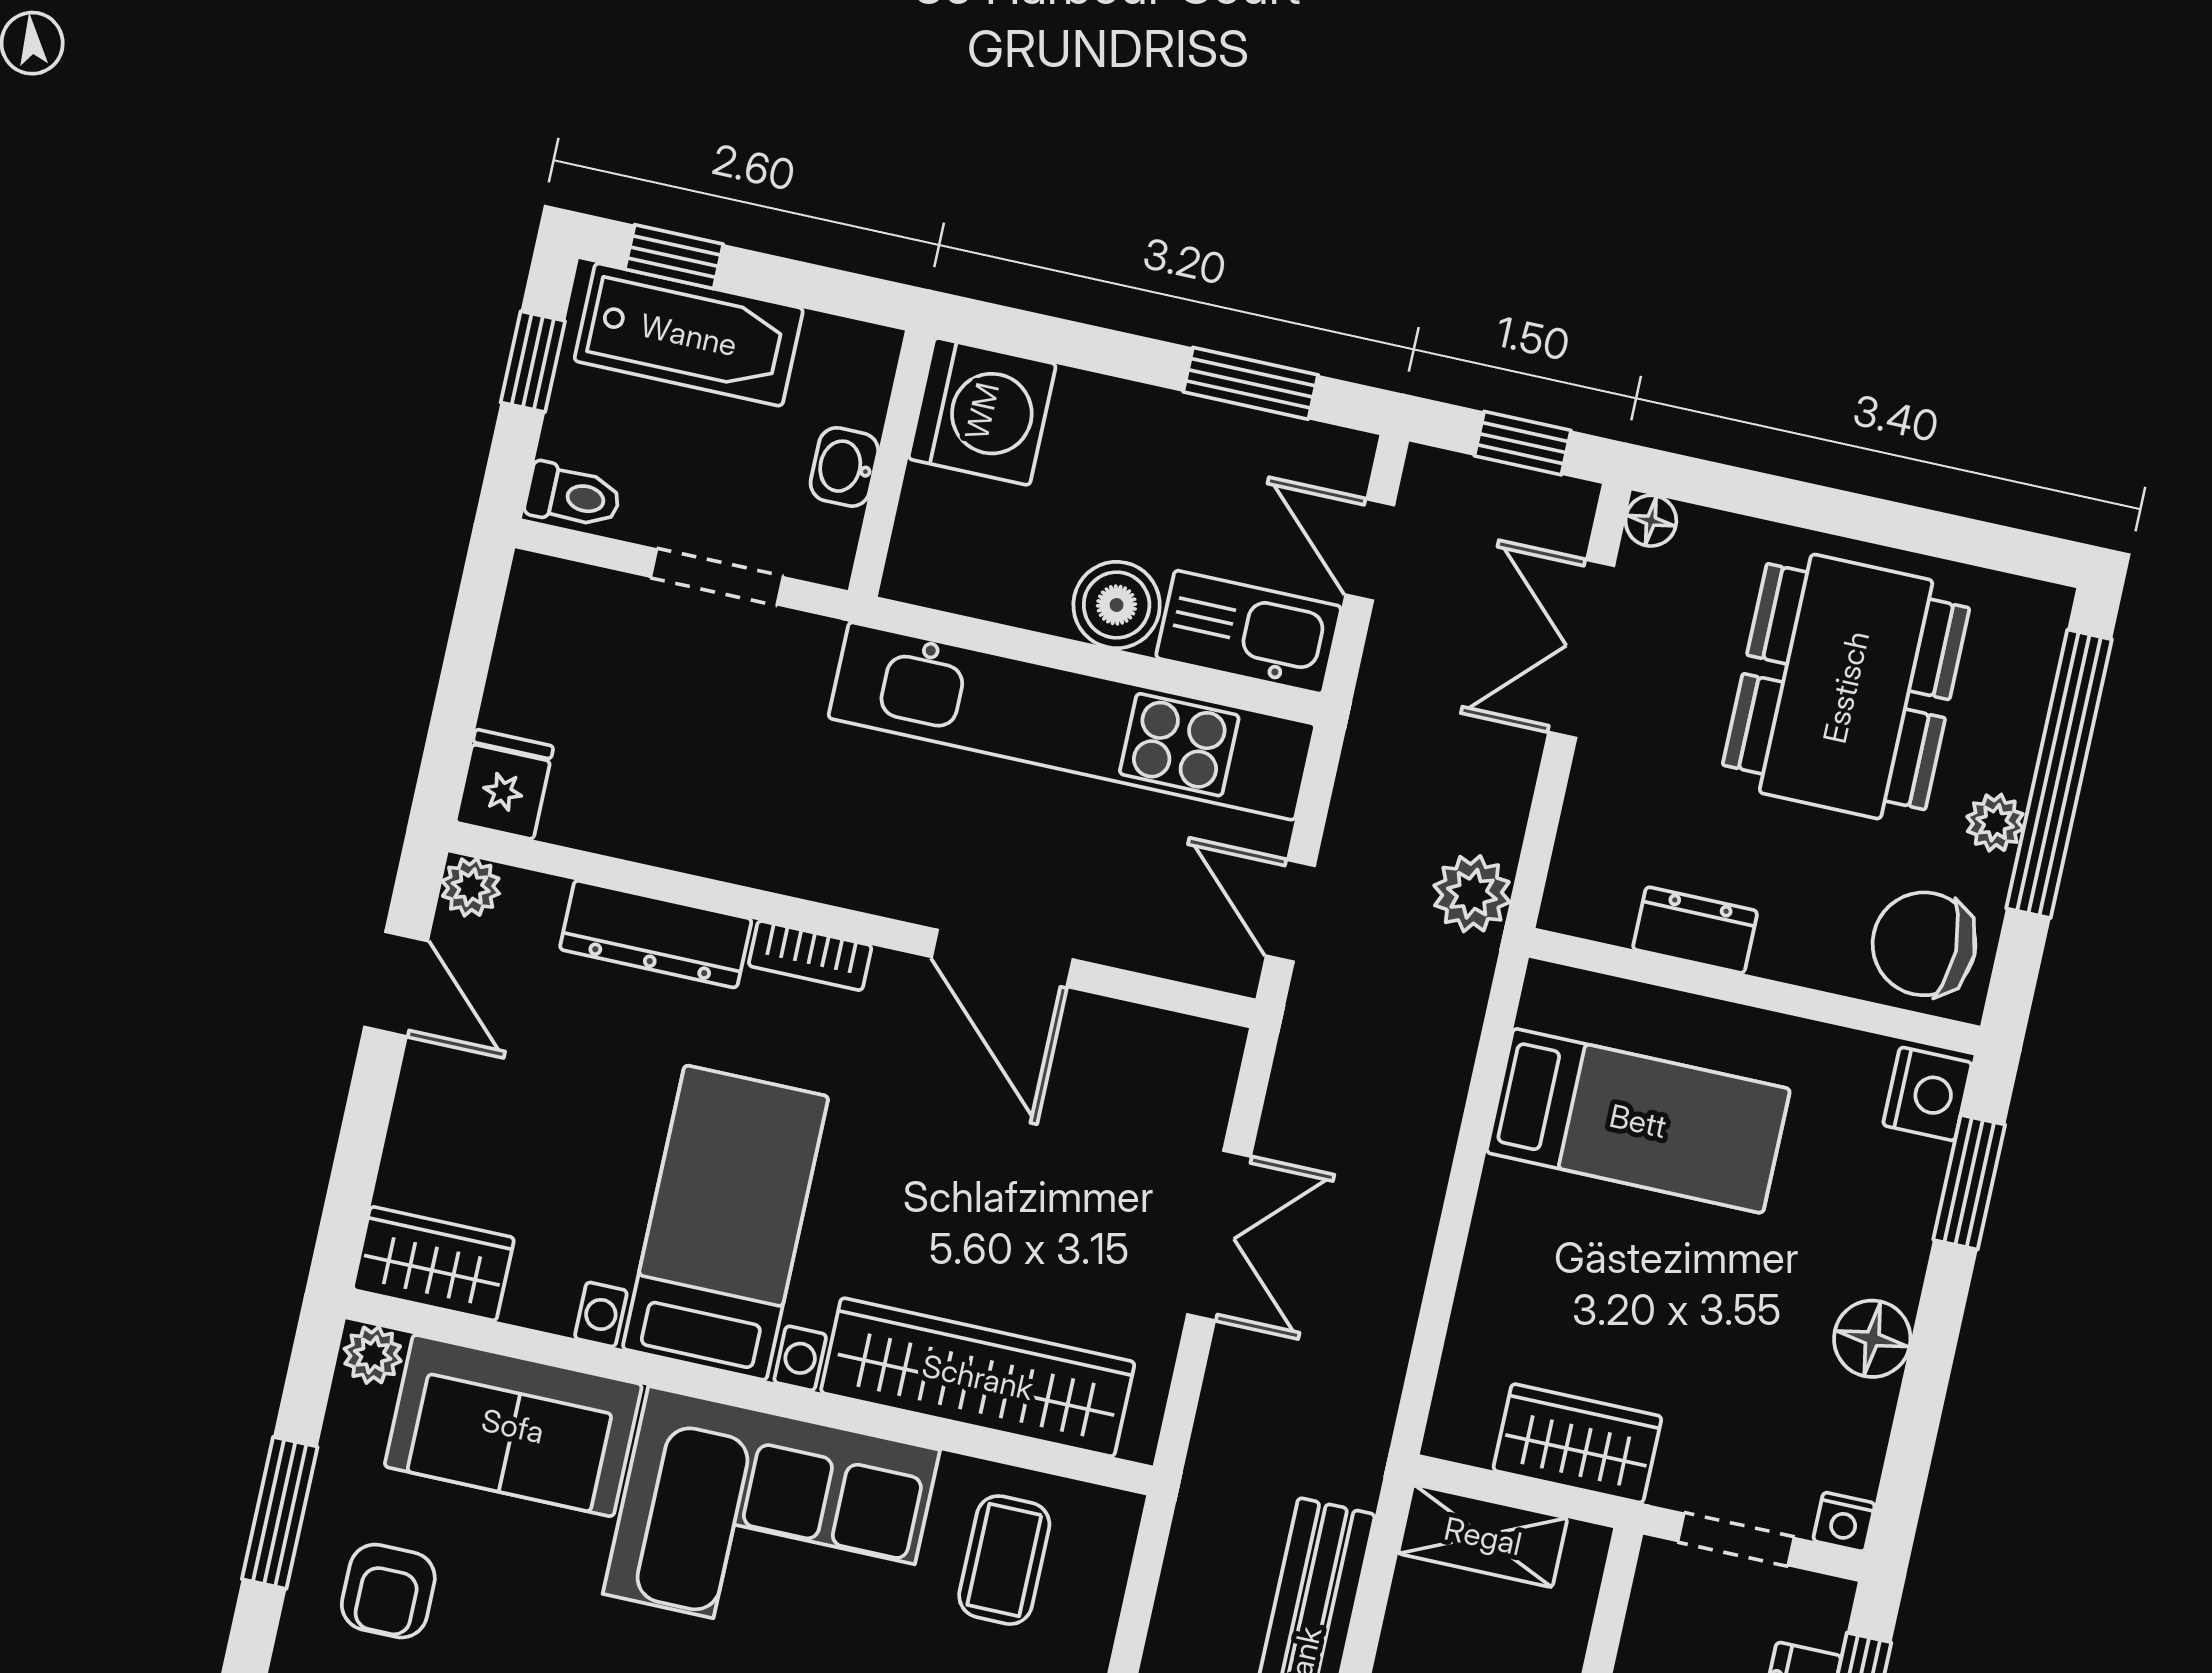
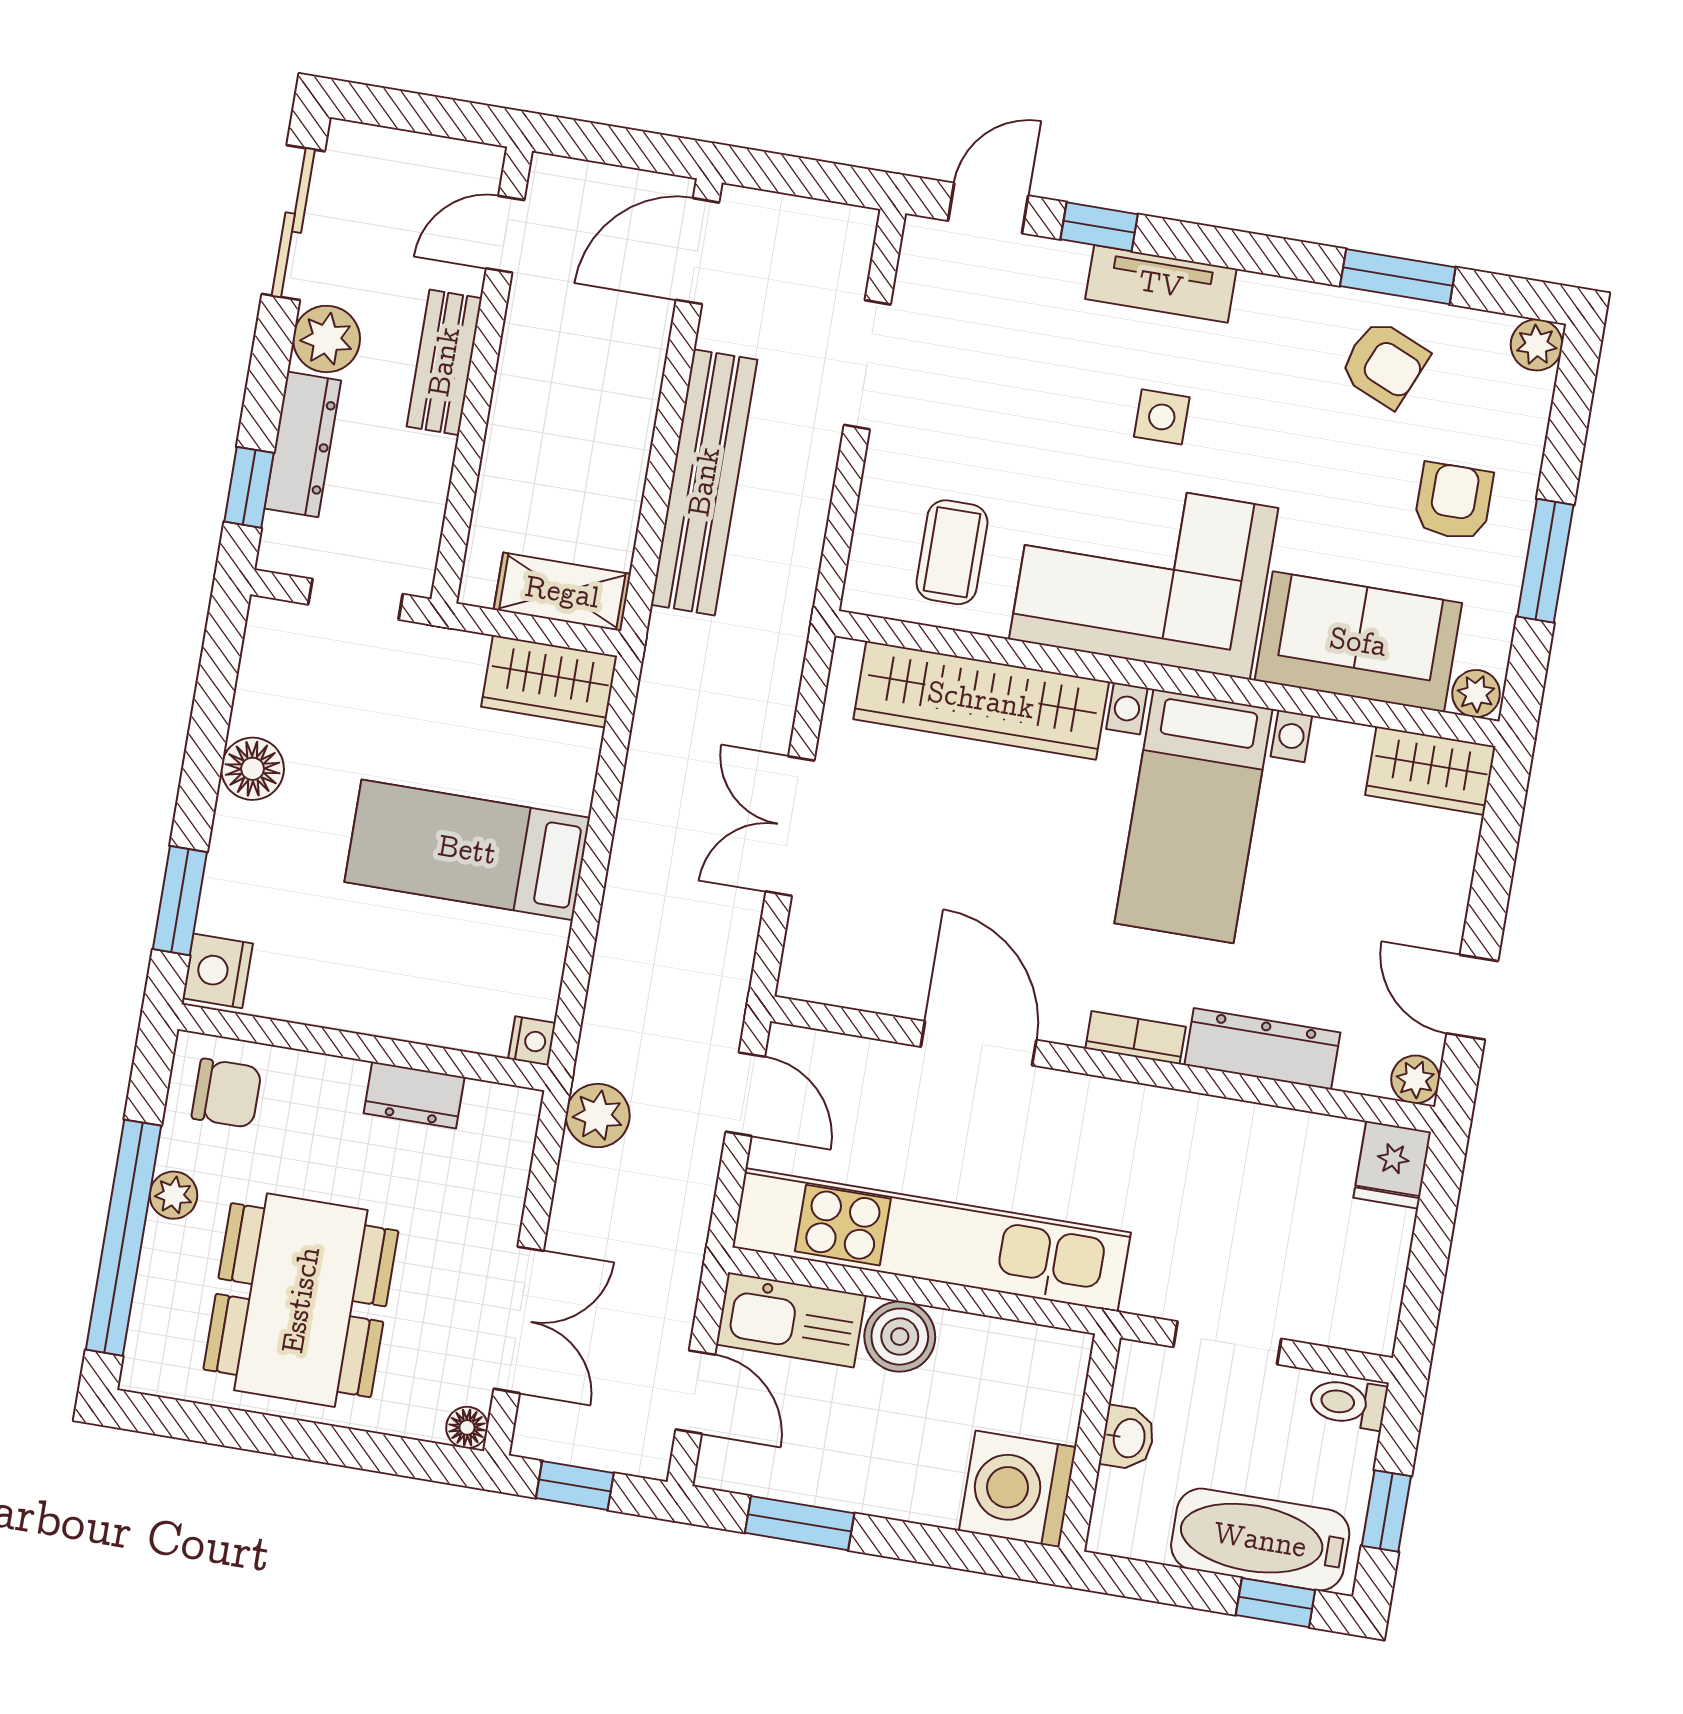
chair: (1924, 944) -> (227, 1093), width x0.73, depth x0.73
bed: (1638, 1121) -> (467, 850), moved
wardrobe: (1577, 1443) -> (549, 681), moved
nightstand: (1844, 1522) -> (532, 1041), moved, turned 90

